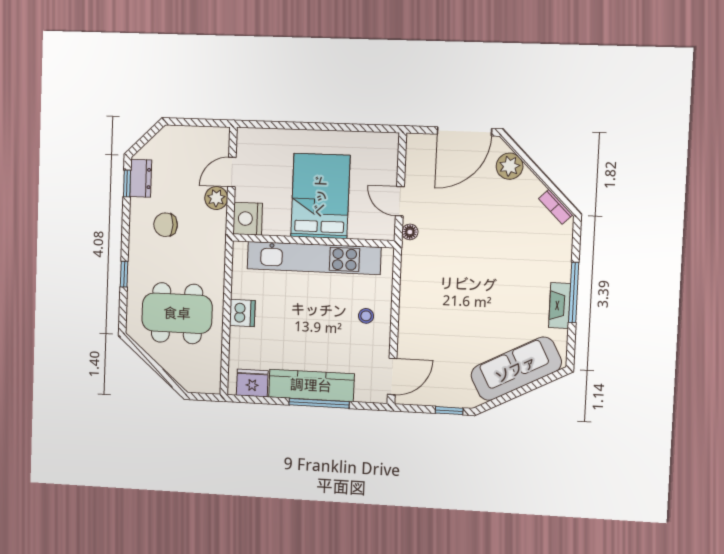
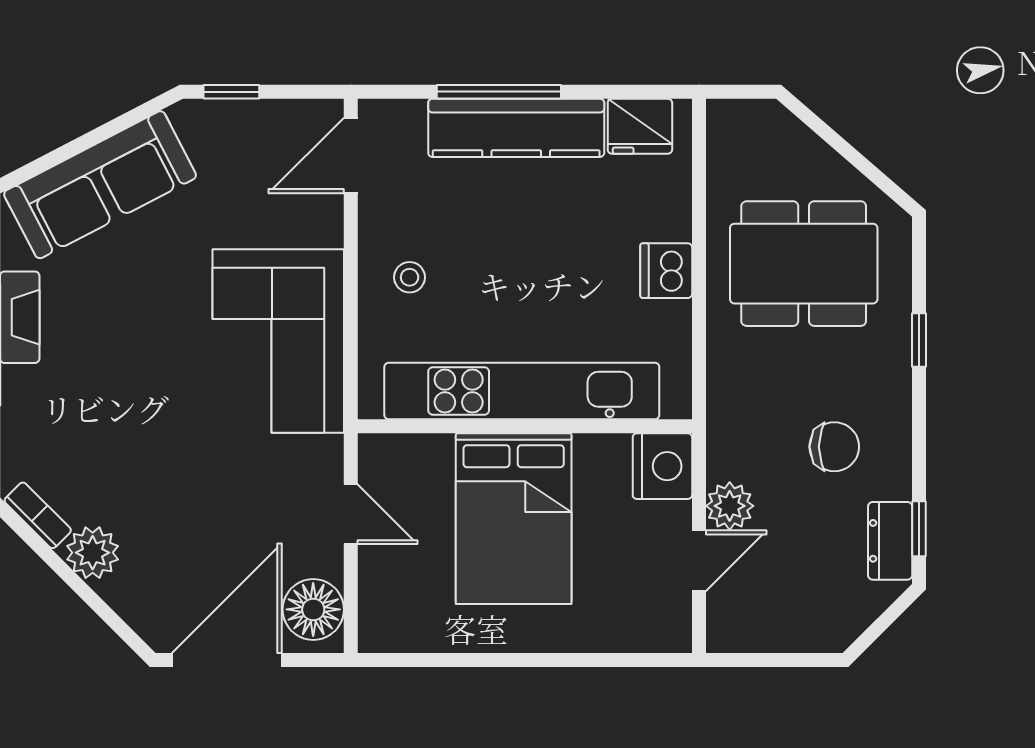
plant: (510, 166) -> (93, 553), moved
floor lamp: (410, 232) -> (313, 609), moved, width x1.89, depth x1.89
corner sofa: (432, 288) -> (278, 341), added

